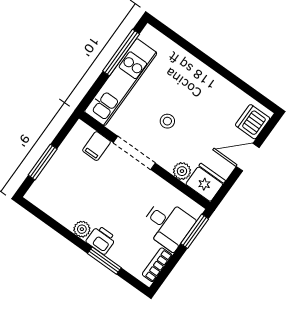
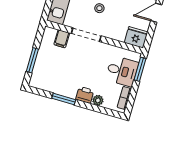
plant: (182, 171) -> (119, 35), removed
plant: (82, 229) -> (98, 100), moved
window: (104, 261) -> (64, 99), moved

